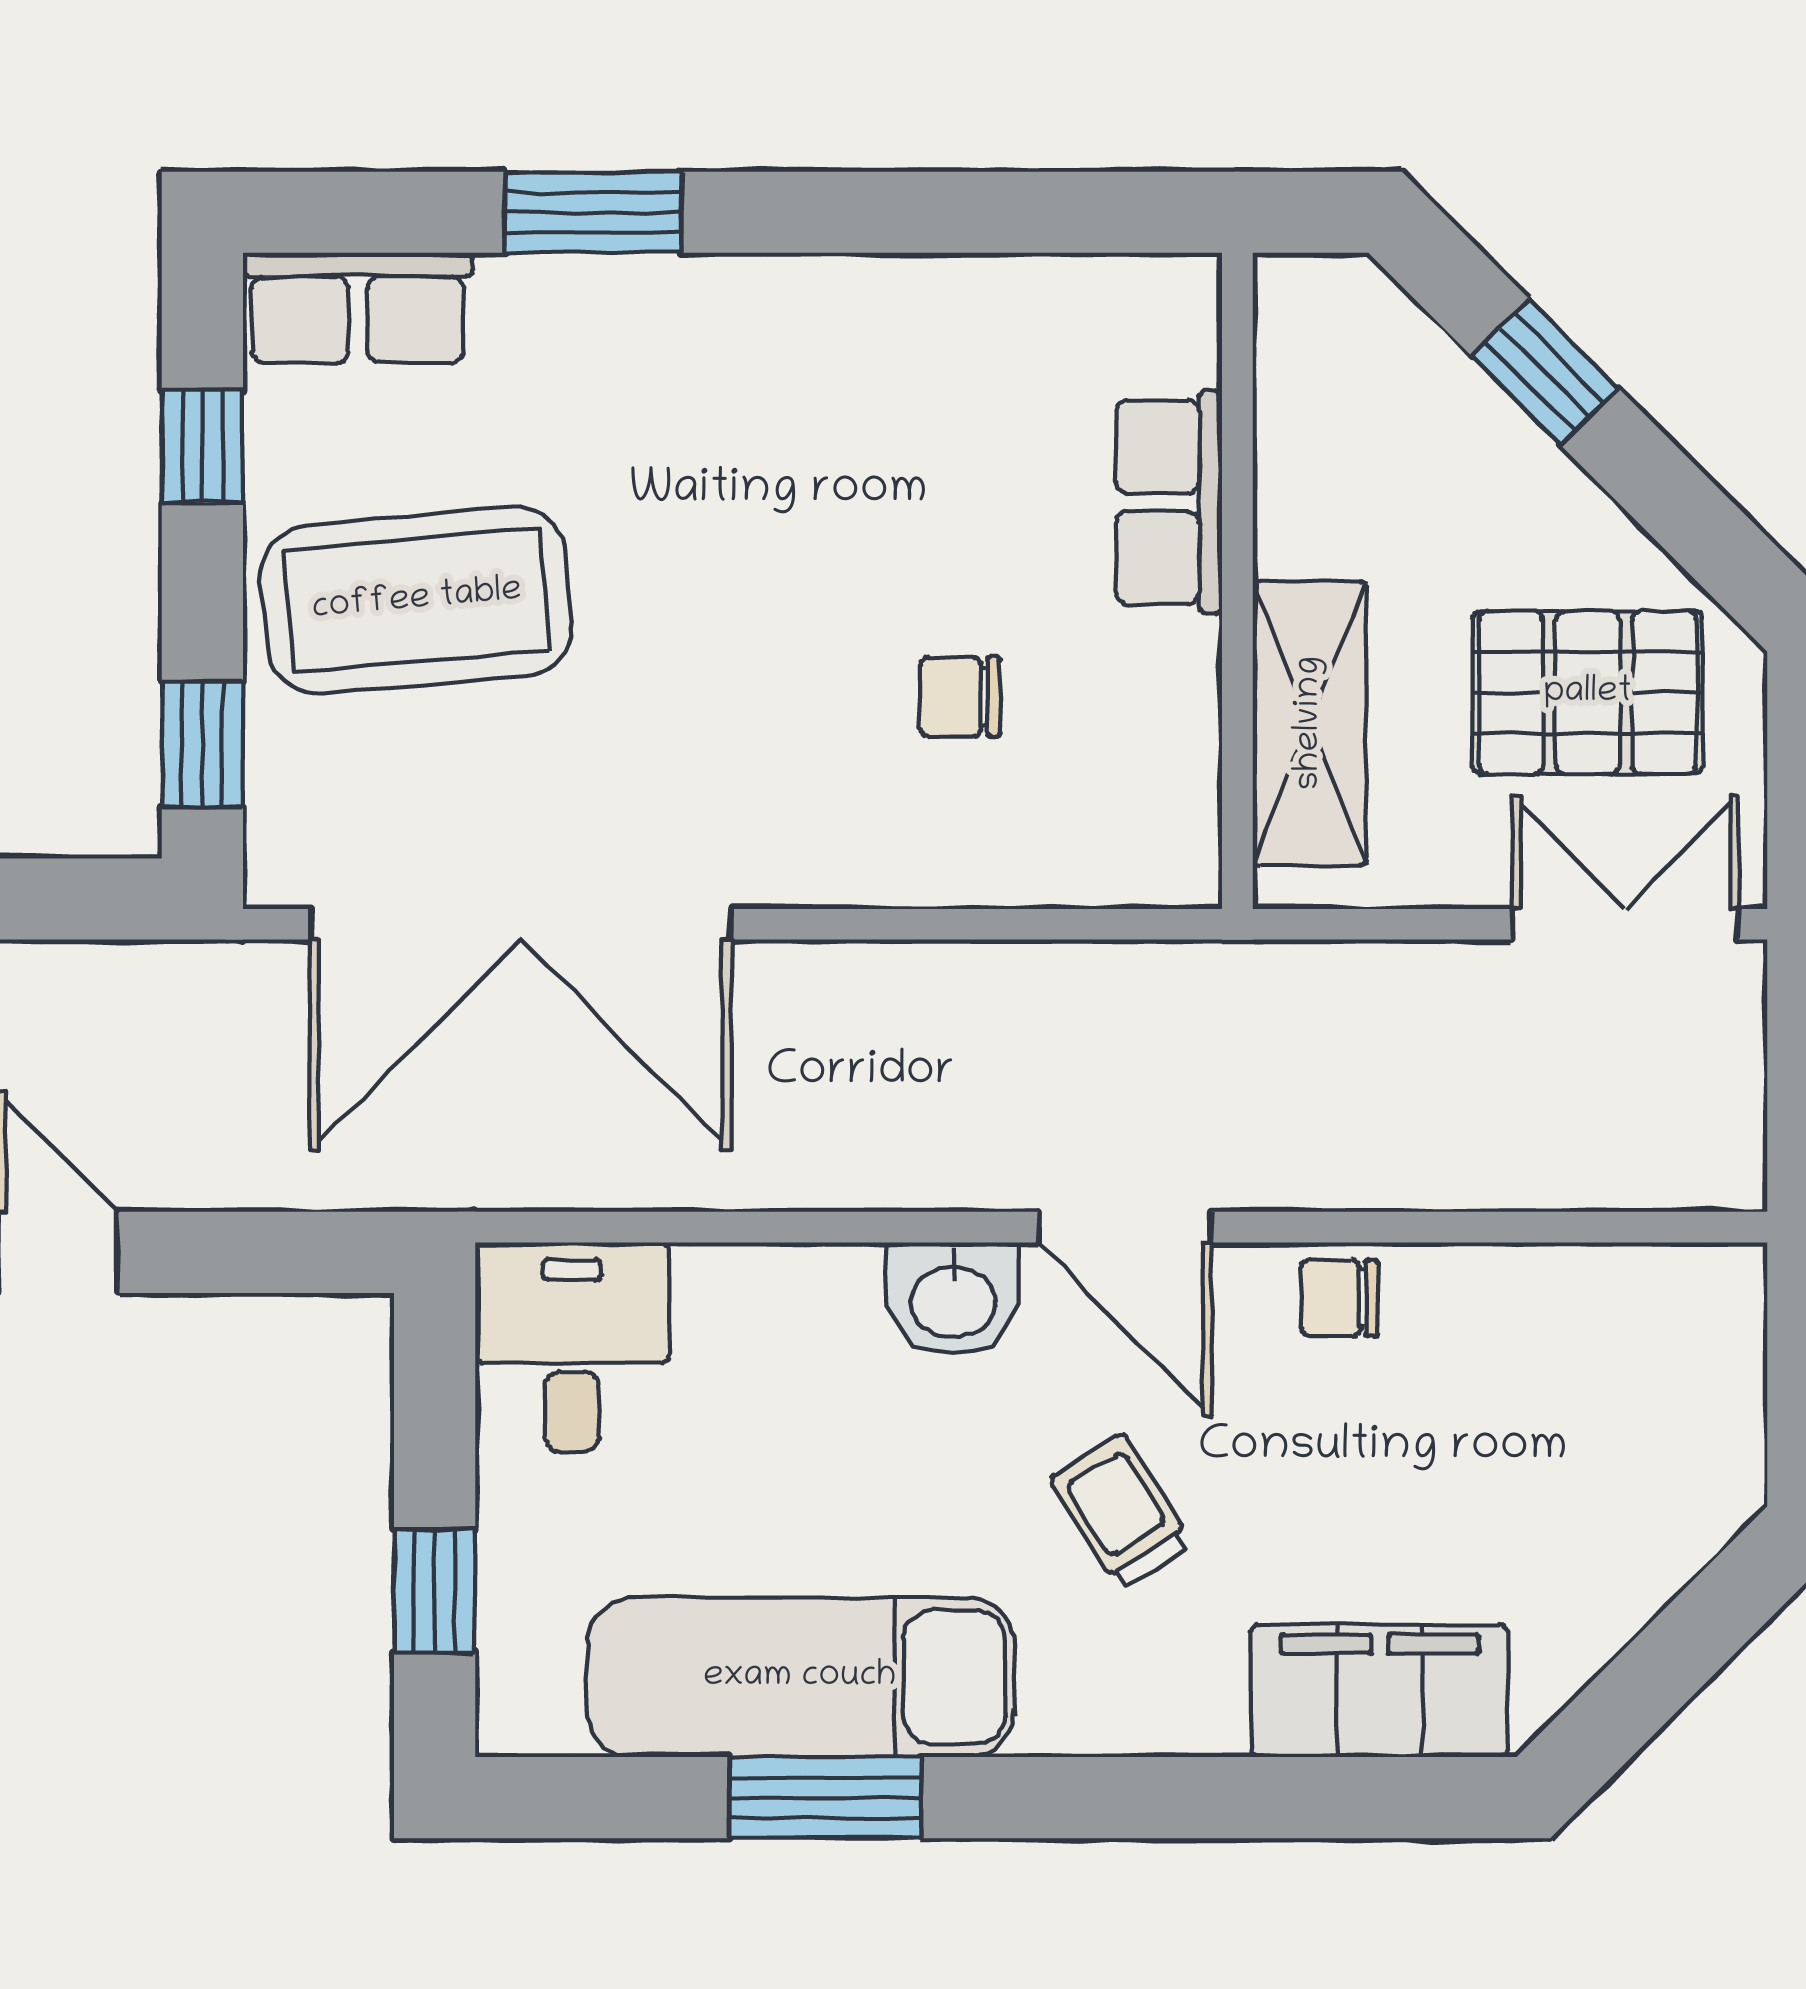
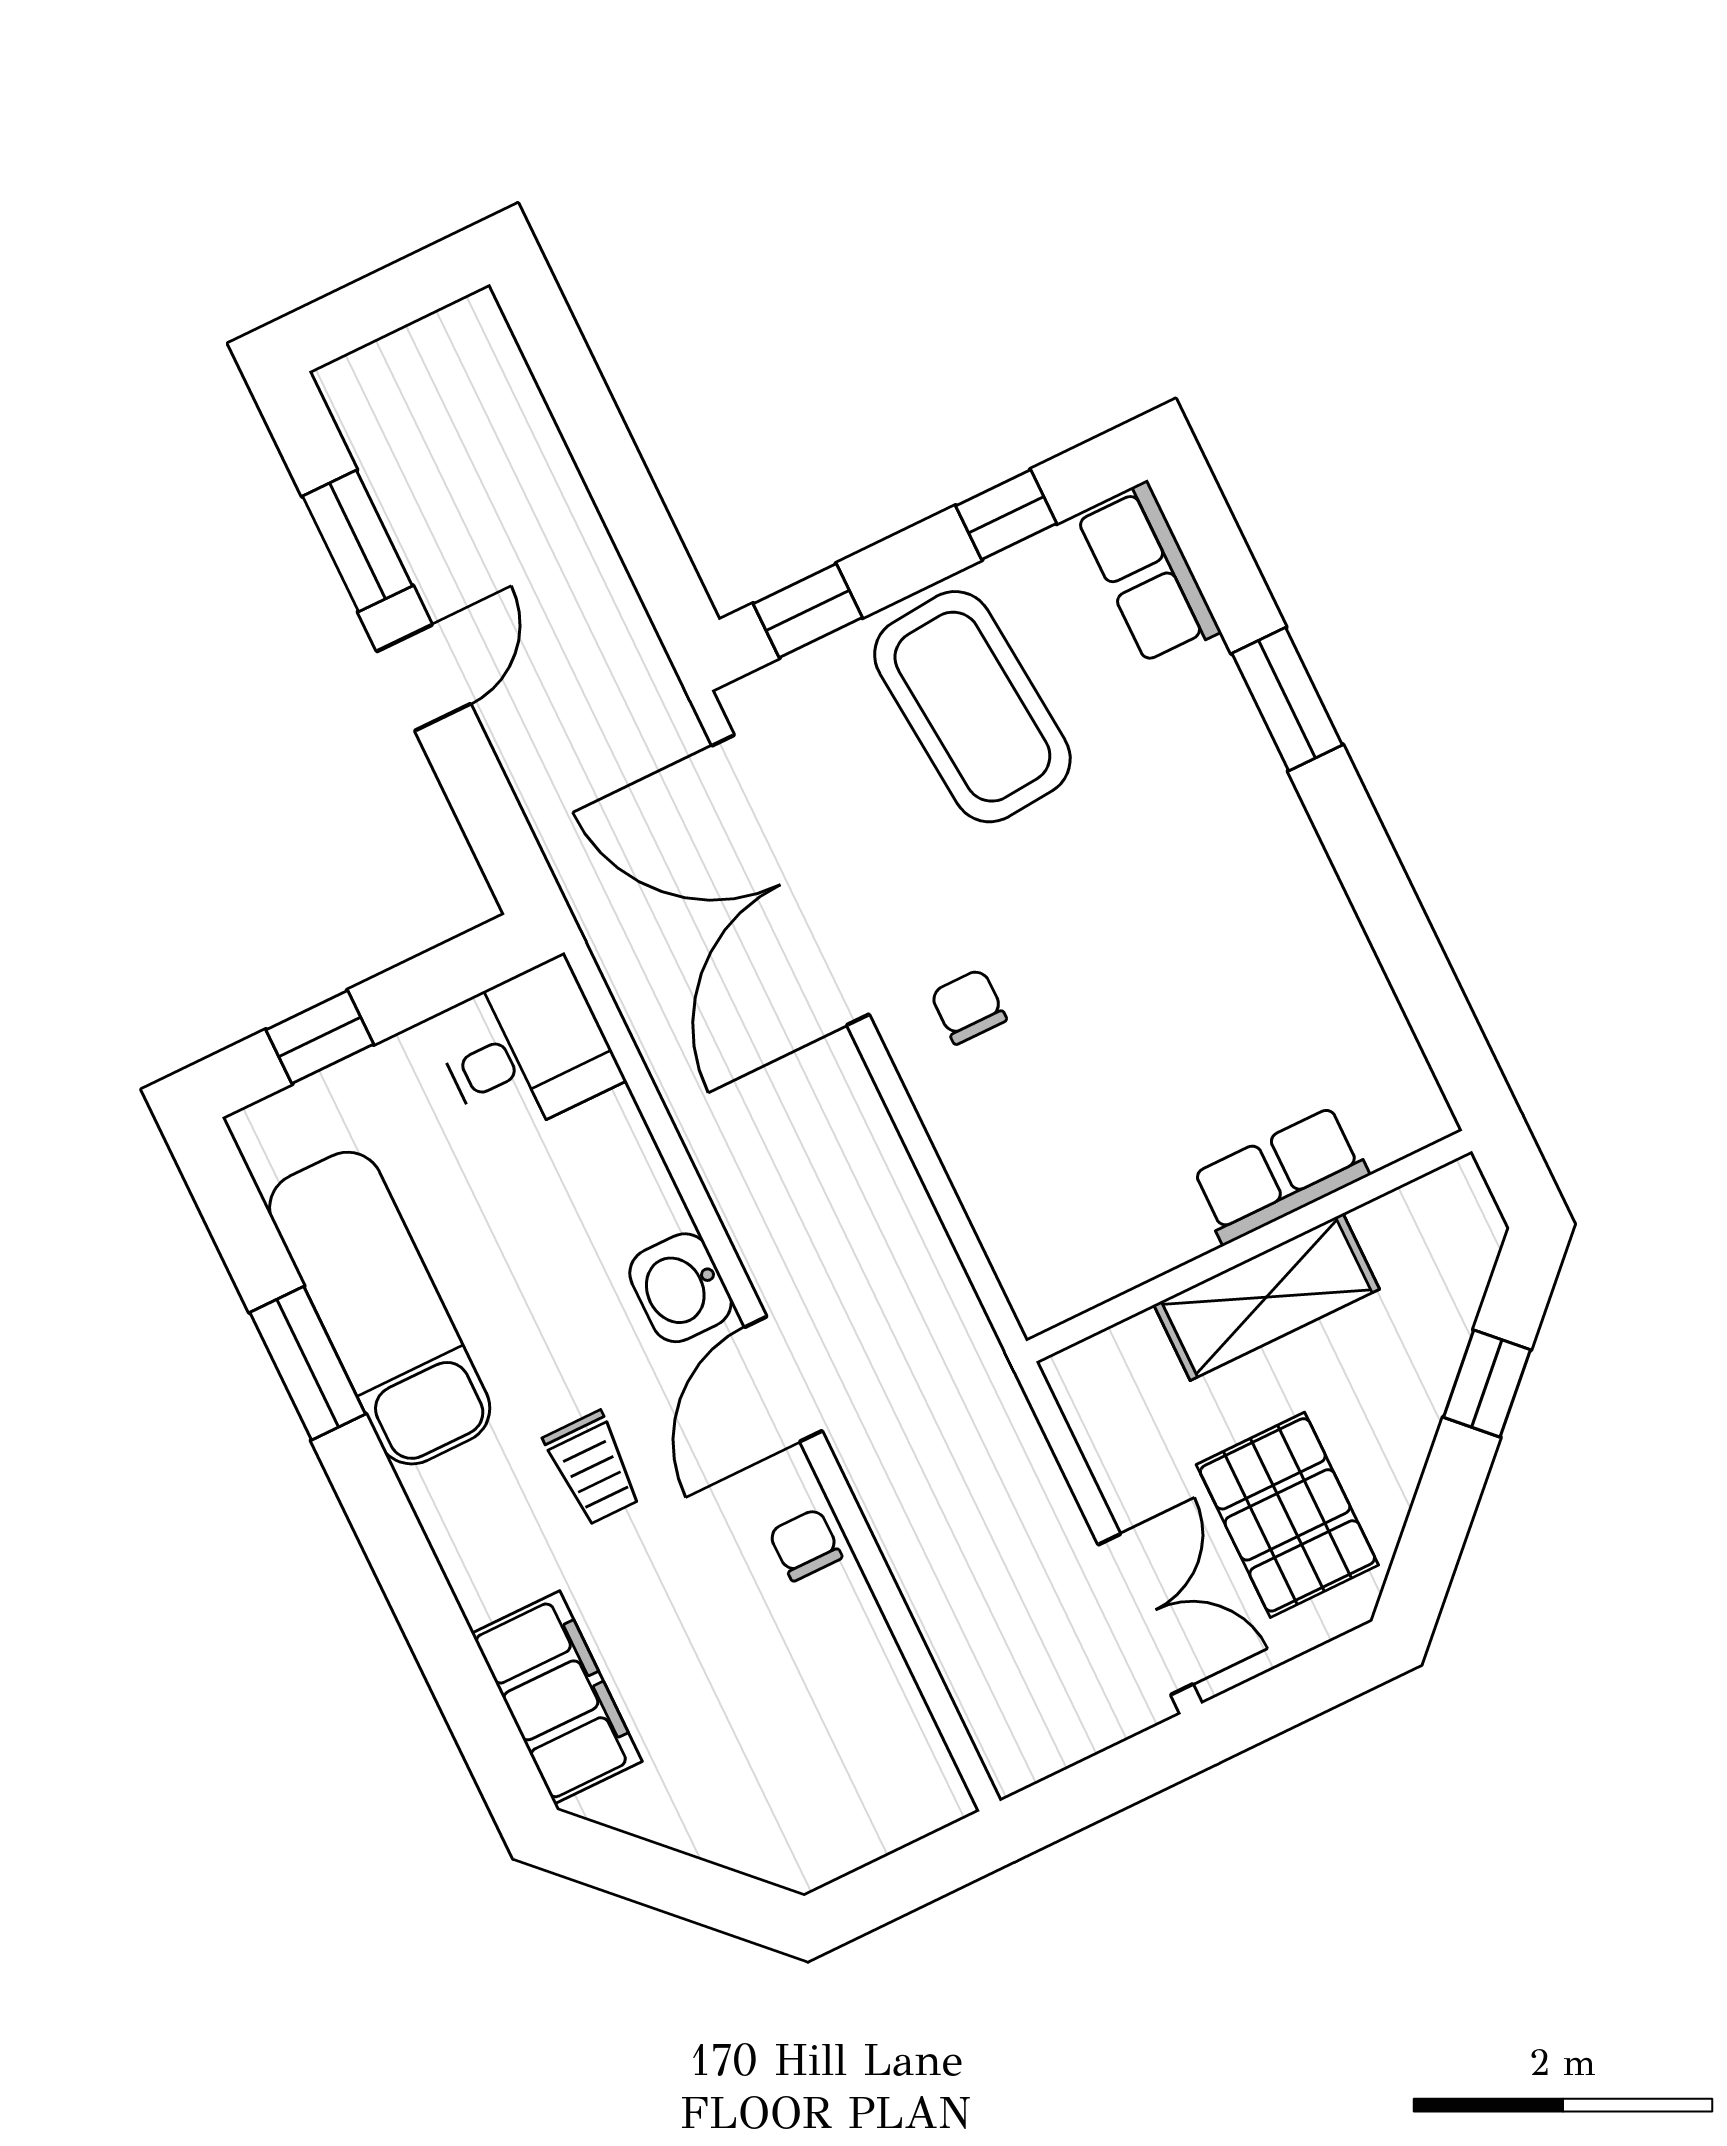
chair: (960, 697) -> (968, 1006), moved
shelving: (1310, 723) -> (1267, 1297), moved
trolley: (1121, 1512) -> (593, 1468), turned 122

